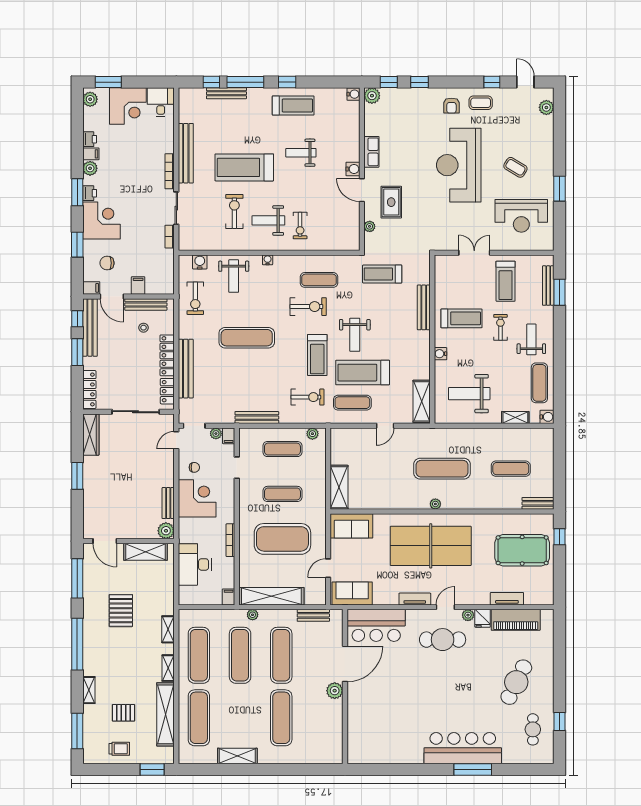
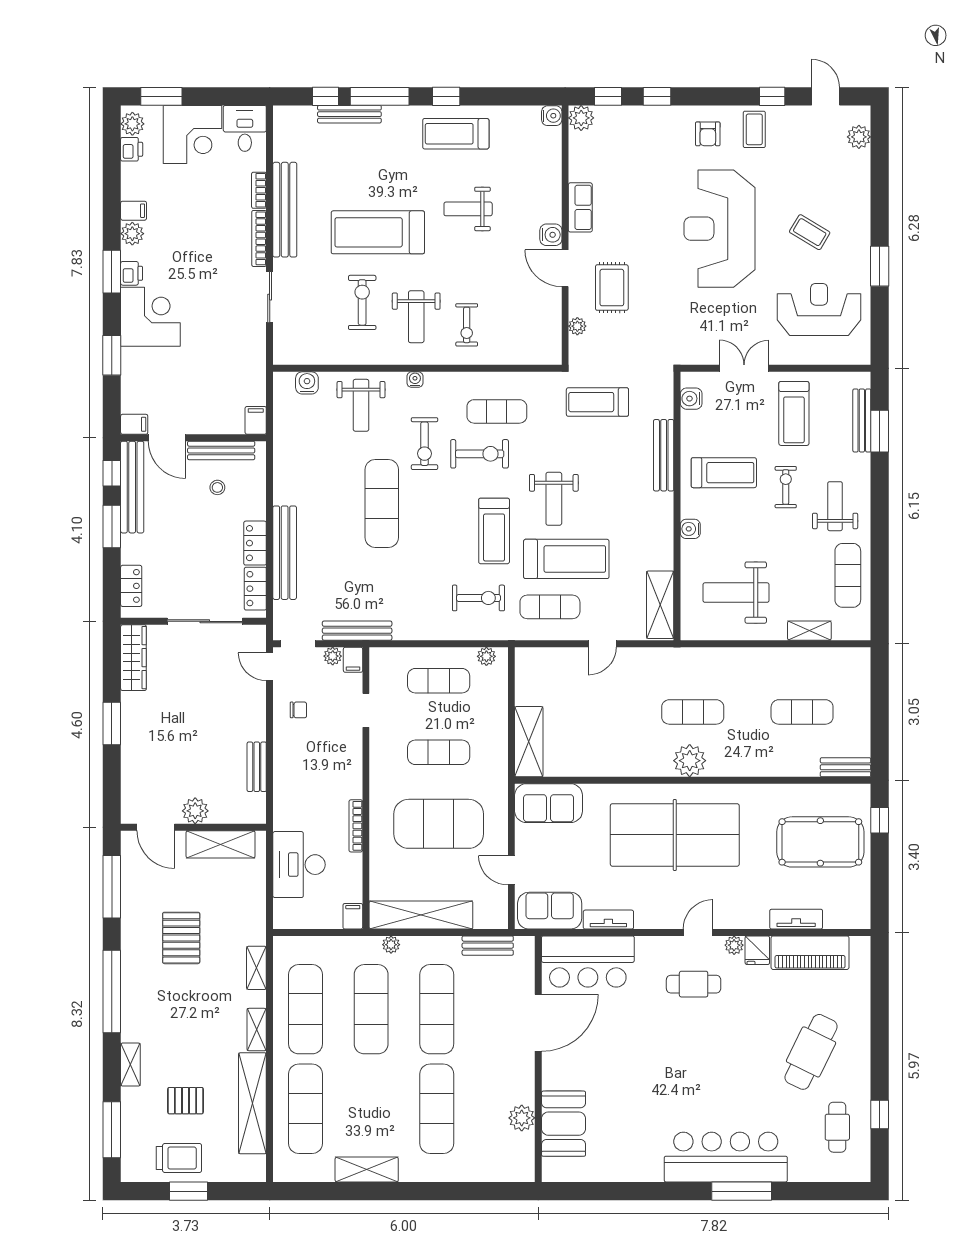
coffee table: (481, 103) -> (754, 129), turned 90
treadmill: (293, 106) -> (456, 134), turned 180
printer: (90, 139) -> (132, 149), moved
reception desk: (521, 216) -> (819, 309), turned 180
weight bench: (268, 220) -> (416, 317), turned -90
bookcase: (170, 237) -> (259, 190), moved
chair: (107, 263) -> (159, 385), removed
filing cabinet: (138, 285) -> (256, 420), moved
exercise bike: (195, 298) -> (425, 444), moved
exercise mat: (247, 338) -> (382, 503), turned 90
locker: (167, 355) -> (255, 543), width x0.66
treadmill: (363, 373) -> (566, 559), turned 180
locker: (89, 389) -> (131, 586), width x0.66
water cooler: (547, 417) -> (691, 399), moved, turned 180
bench: (257, 418) -> (357, 631), moved
door: (176, 440) -> (270, 667), hinge flipped
exercise mat: (442, 469) -> (693, 712), width x0.73, depth x0.69
corner desk: (197, 498) -> (303, 759), removed
plant: (435, 504) -> (690, 761), width x1.88, depth x1.88
plant: (166, 531) -> (195, 811), moved
door: (328, 568) -> (511, 870), hinge flipped
tv unit: (415, 599) -> (608, 920), moved
cafe table: (443, 640) -> (694, 984), width x0.73, depth x0.74
plant: (335, 691) -> (522, 1118), moved
booth: (361, 727) -> (564, 1124), added
trolley: (119, 749) -> (179, 1158), width x1.36, depth x1.39
window: (152, 770) -> (189, 1191), moved

